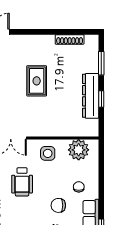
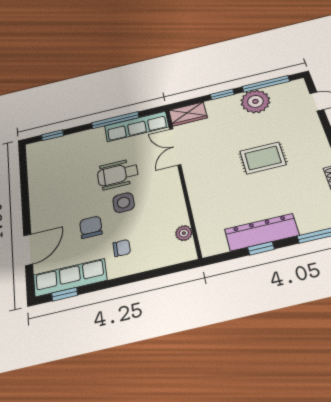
plant: (79, 150) -> (184, 233), width x0.53, depth x0.53
side table: (48, 153) -> (124, 203), moved

